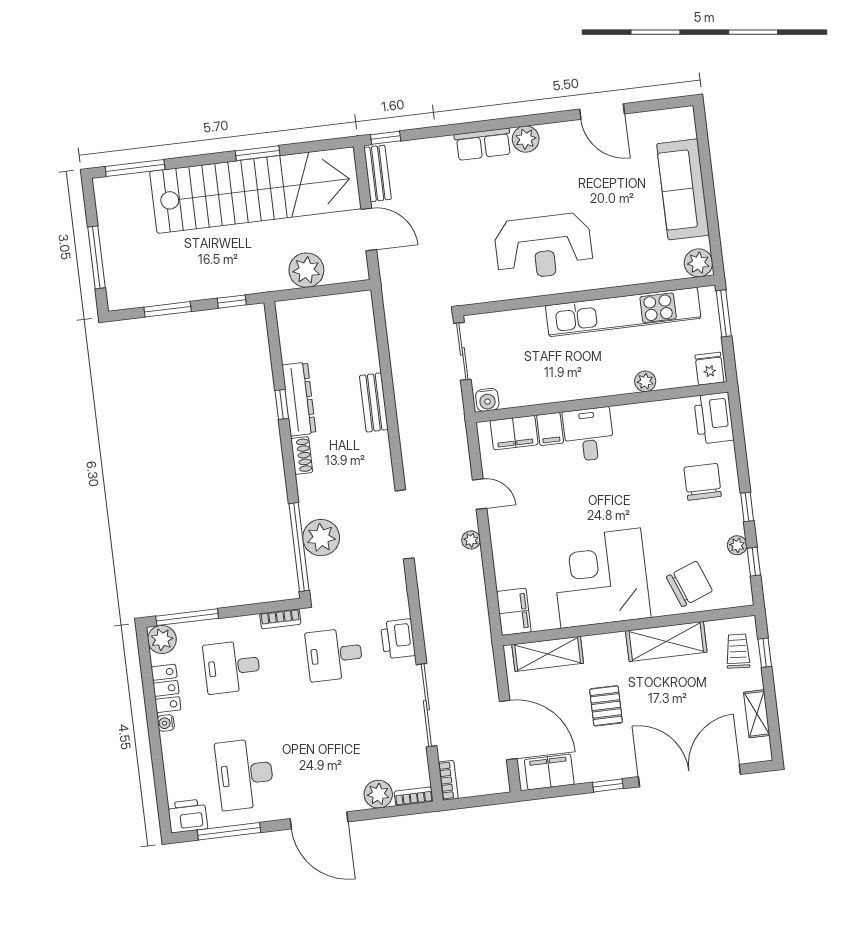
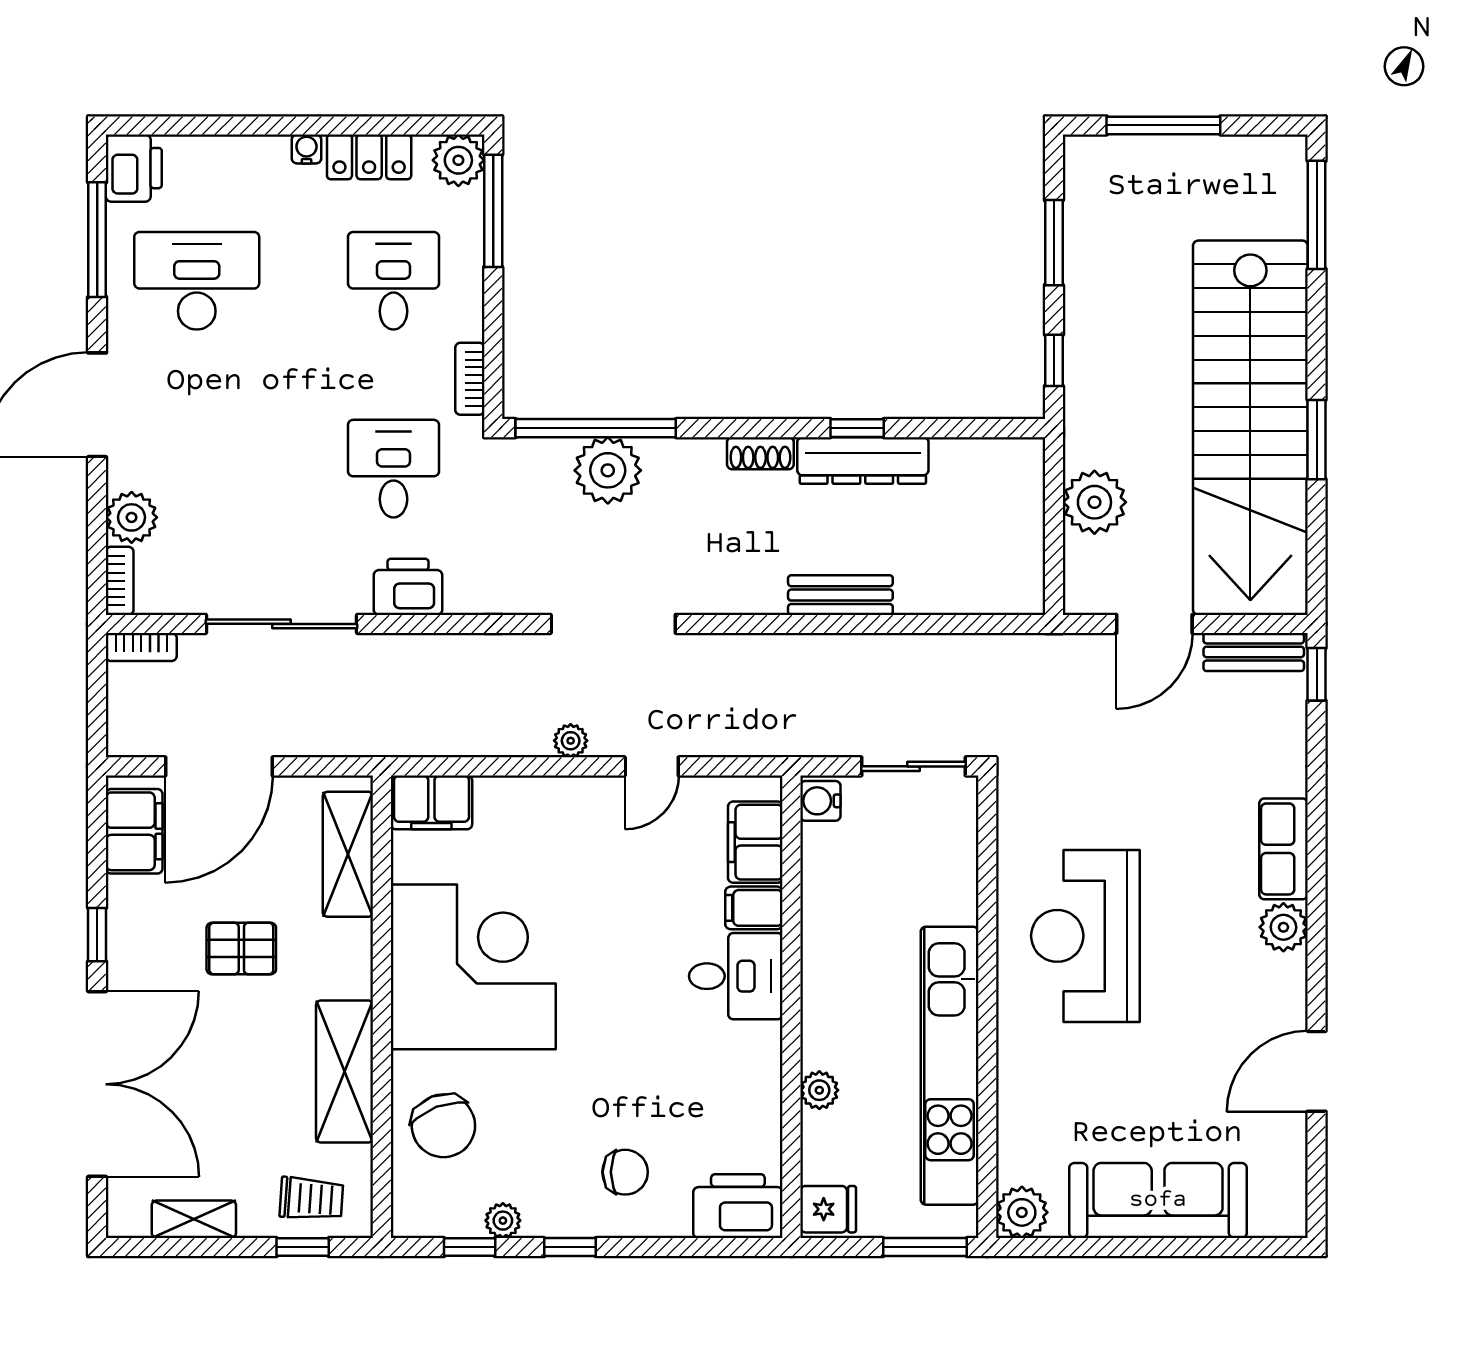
chair: (703, 482) -> (625, 1172), width x0.73, depth x0.73

